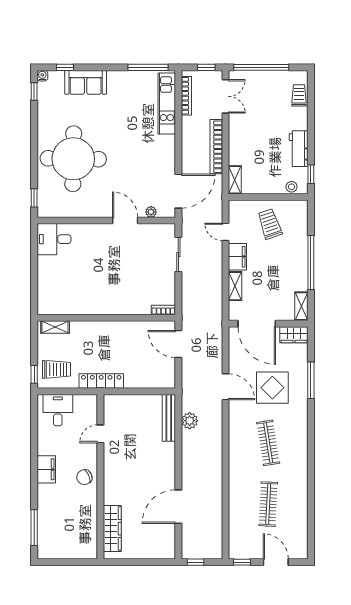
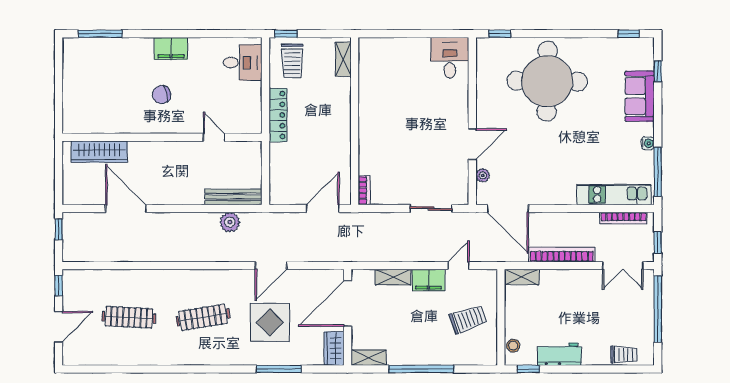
water cooler: (42, 76) -> (648, 143), moved
door: (100, 434) -> (214, 137), moved
chair: (84, 477) -> (161, 95), turned -79
wall: (100, 477) -> (162, 137), moved
wardrobe: (112, 529) -> (99, 152), moved

